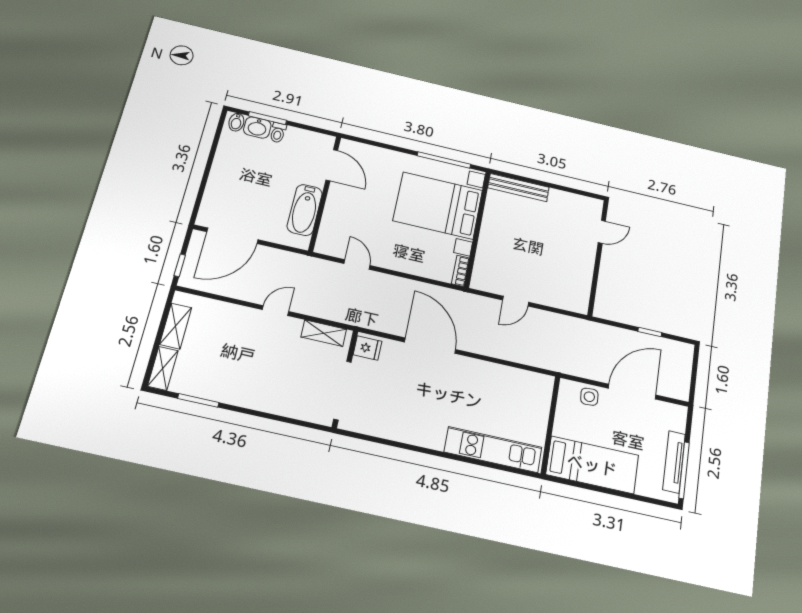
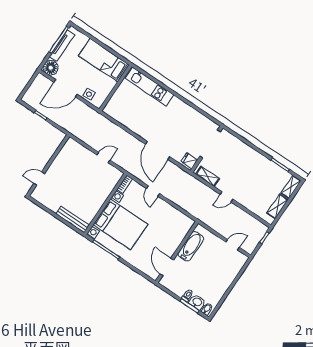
door: (232, 236) -> (233, 245), width x0.53
door: (357, 264) -> (153, 191), moved
floor lamp: (673, 417) -> (51, 68), added

